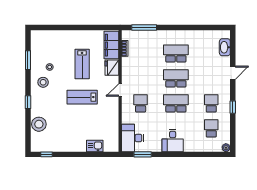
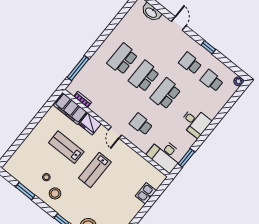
lab bench: (82, 64) -> (66, 147), turned 180

